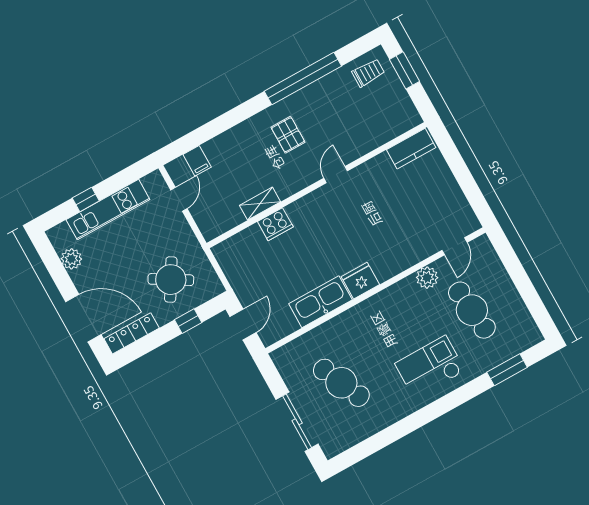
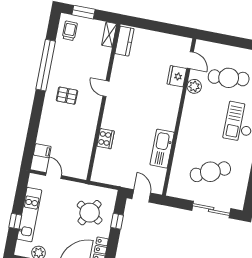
shelving: (260, 204) -> (109, 34), moved
fridge: (360, 281) -> (177, 76), moved

